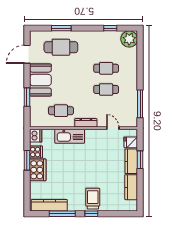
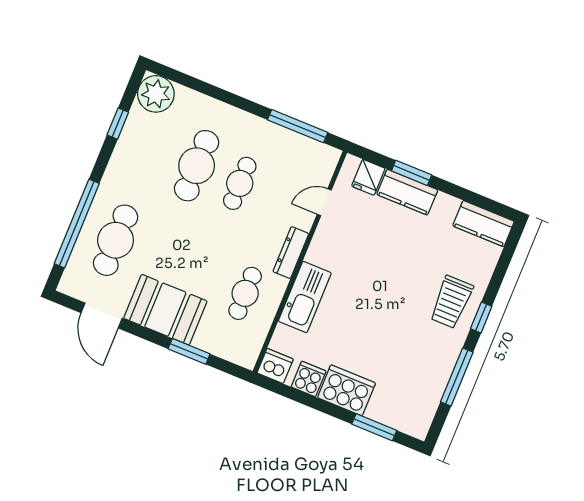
window: (61, 28) -> (77, 224), width x2.11
cafe table: (106, 68) -> (197, 166), width x1.37, depth x1.35
window: (27, 160) -> (374, 427), moved
kitchen counter: (131, 187) -> (483, 224), moved
trolley: (93, 199) -> (451, 302), turned -90
kitchen counter: (49, 205) -> (428, 396), removed

